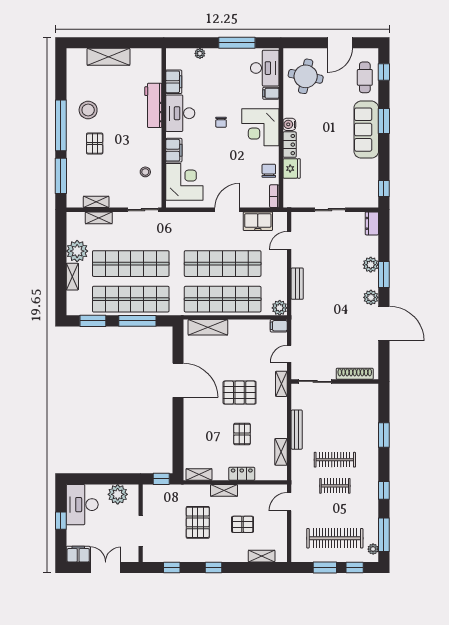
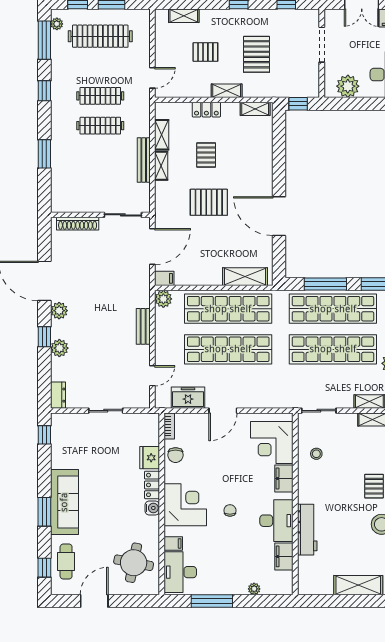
window: (384, 275) -> (44, 337), width x0.67
door: (289, 354) -> (152, 246), width x1.88
shelving: (281, 384) -> (161, 166), moved
clothes rail: (335, 486) -> (100, 96), width x1.36

